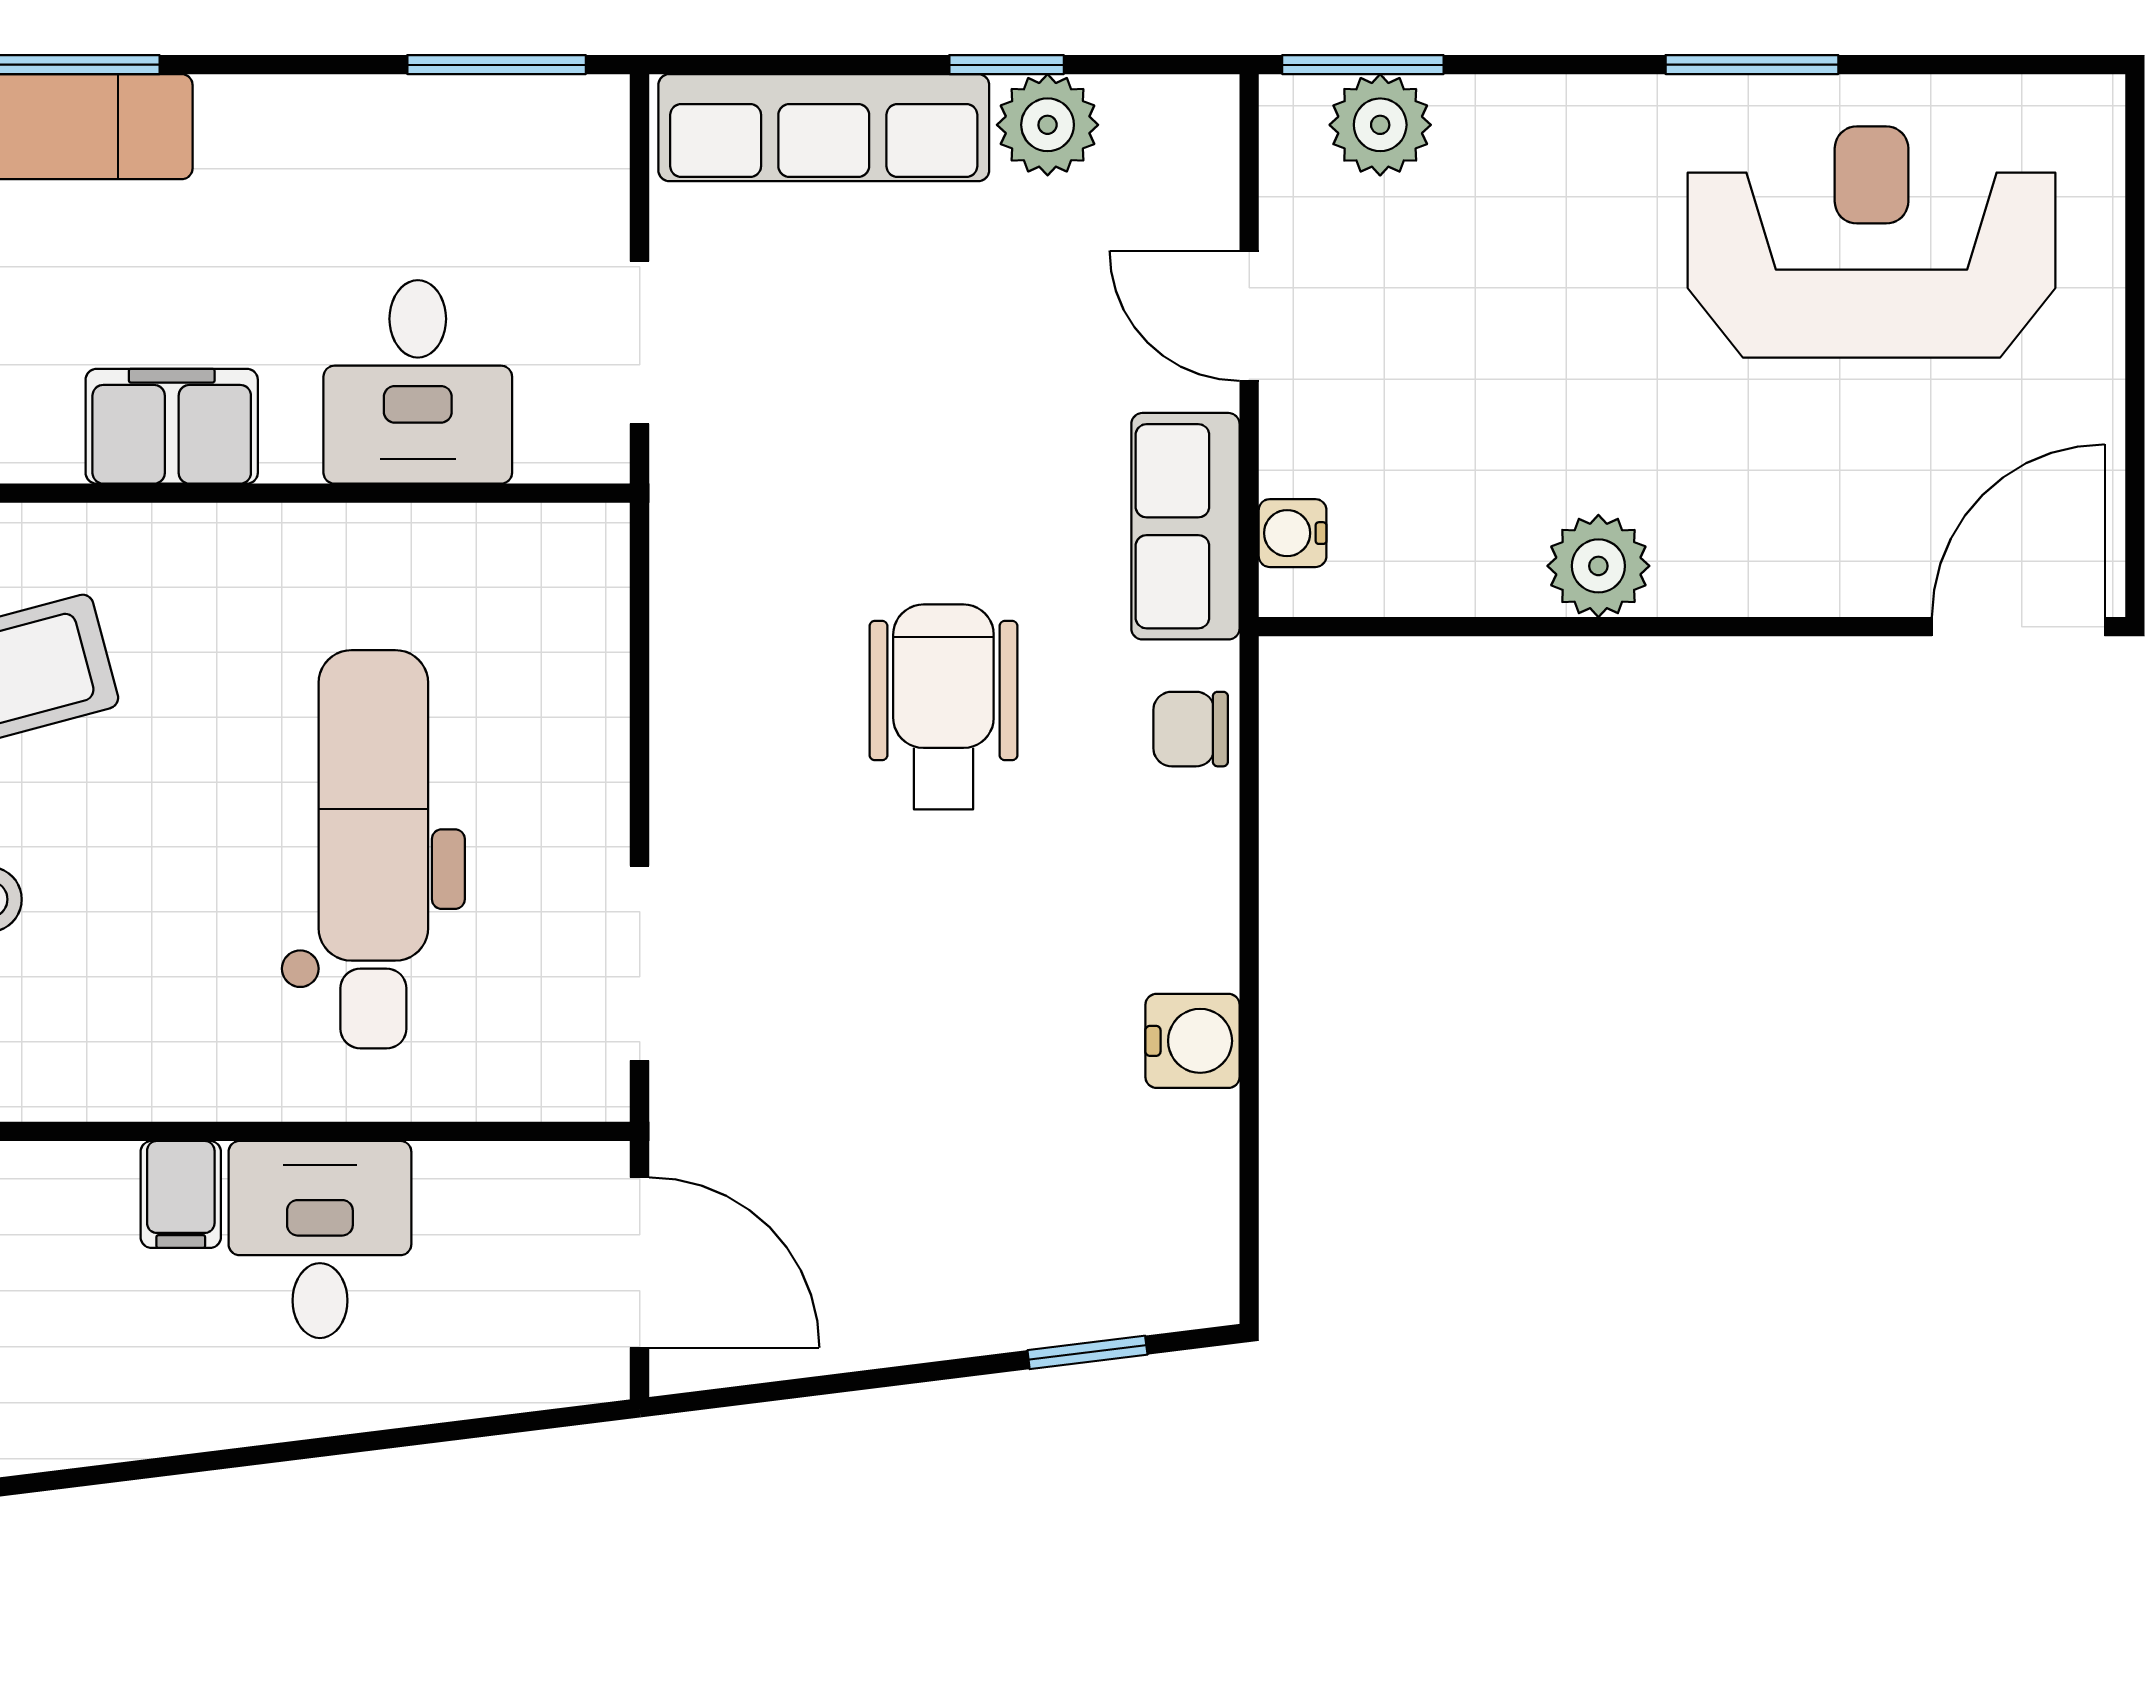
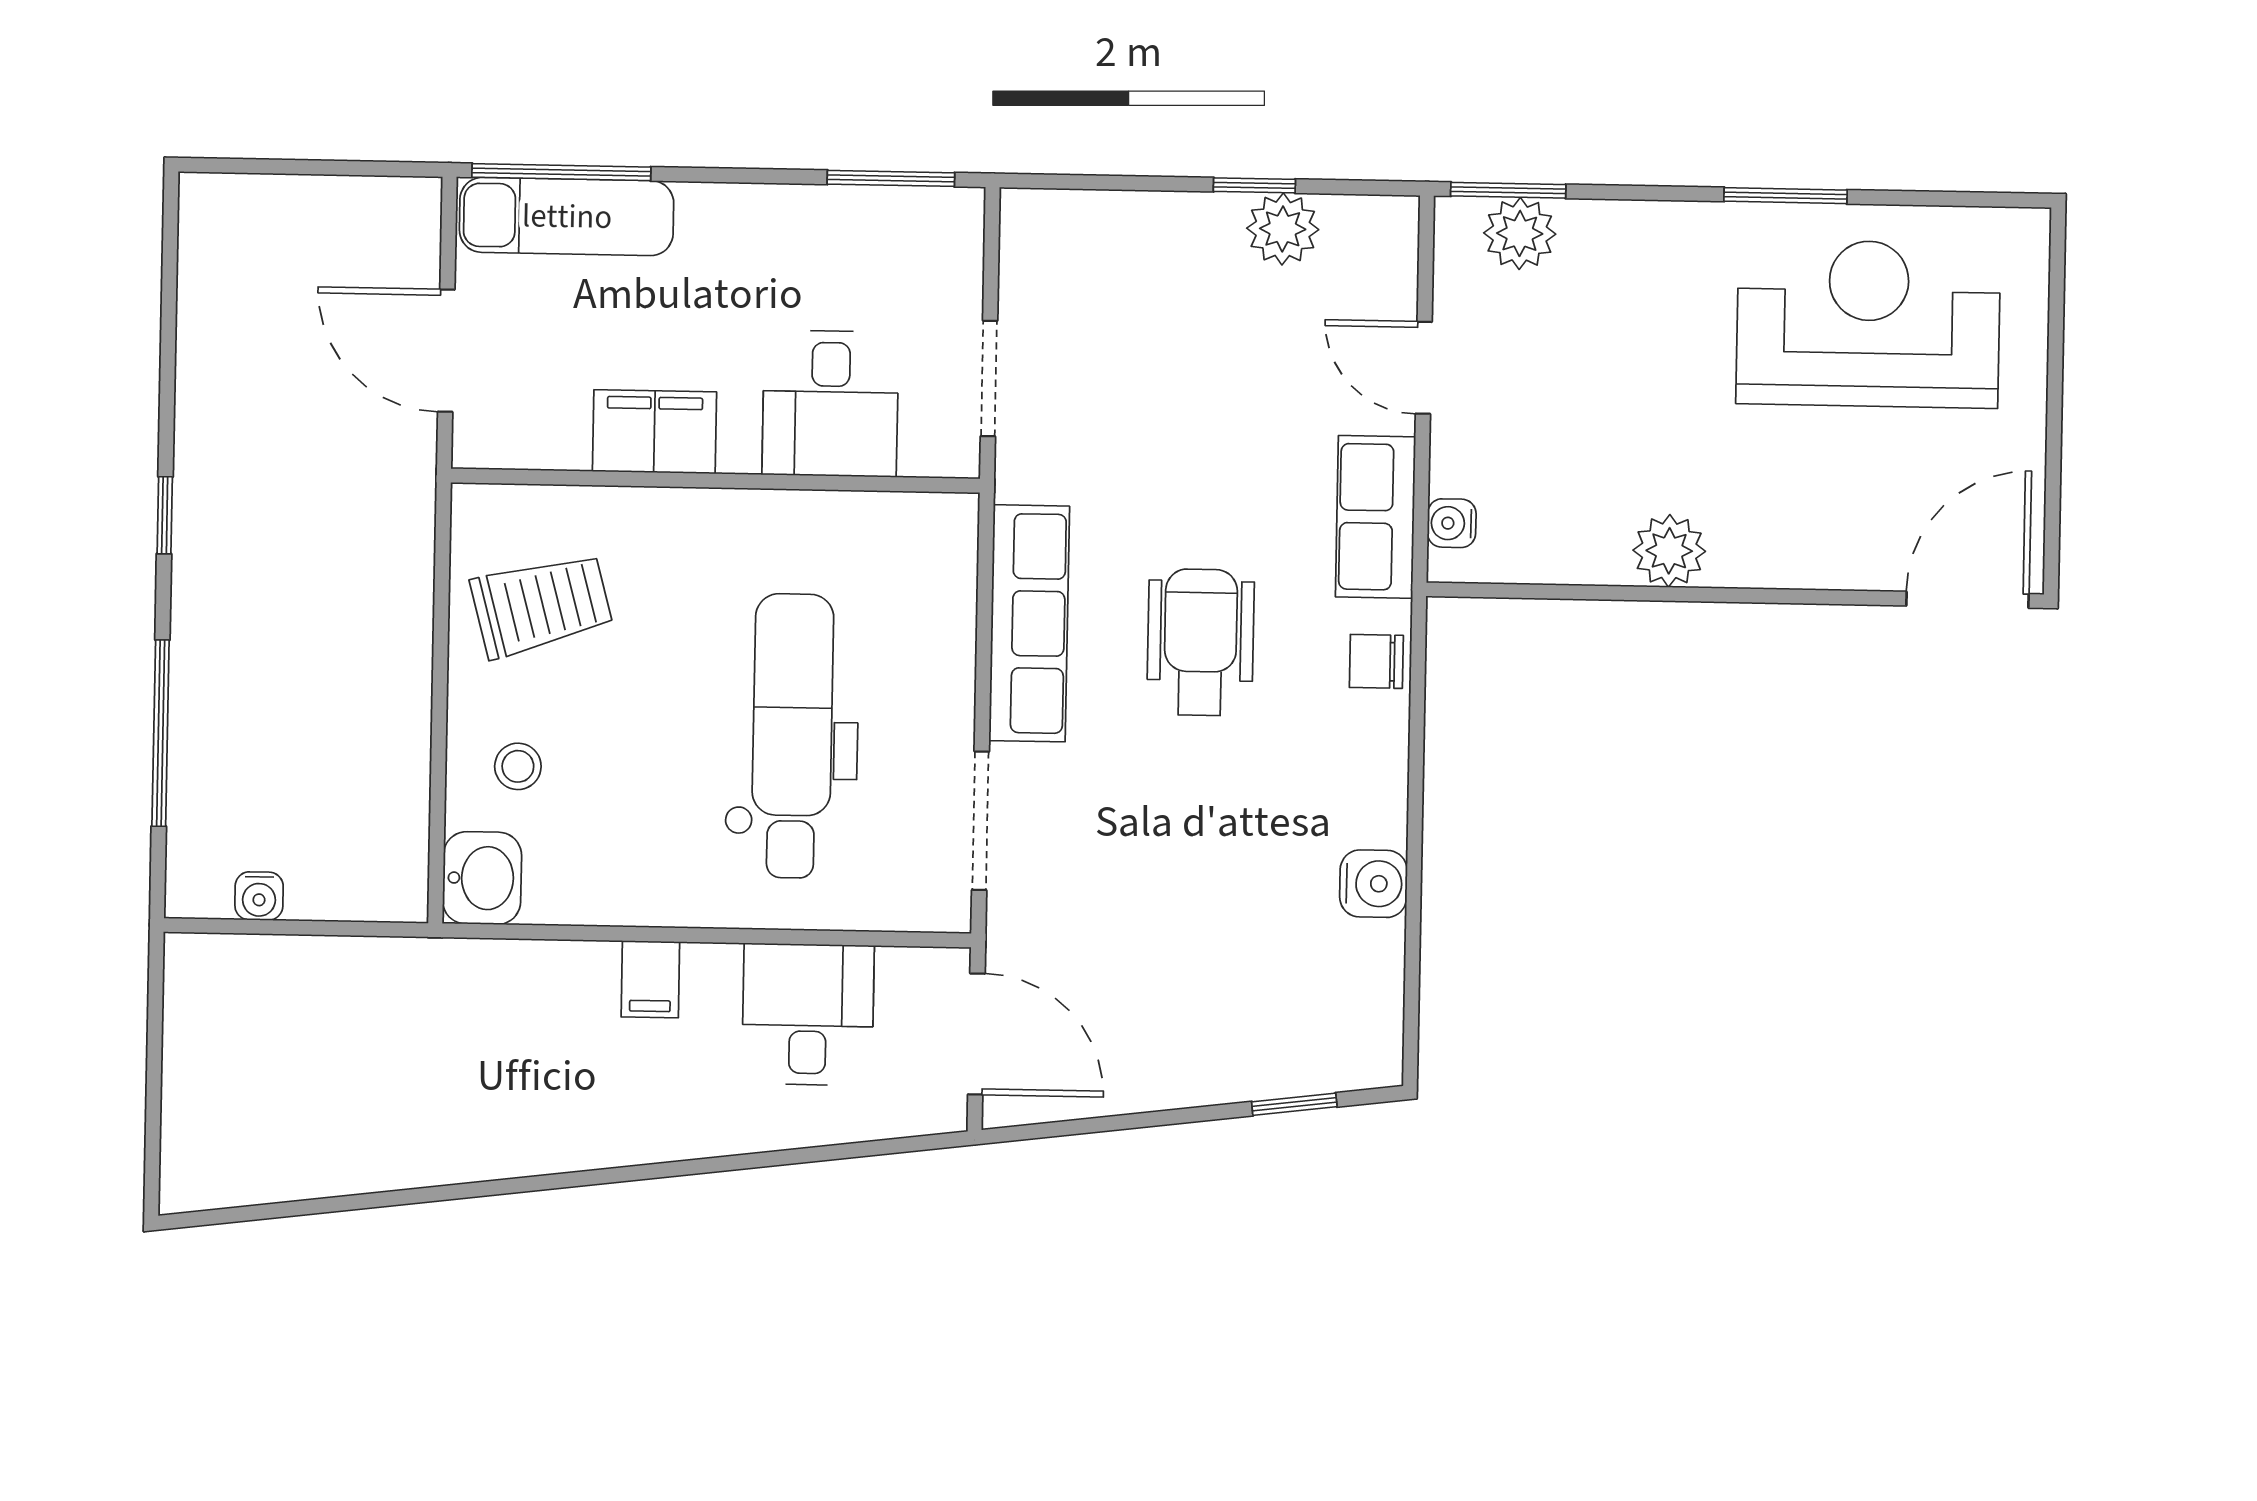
row of seats: (824, 128) -> (1029, 623), moved, turned -90
desk: (320, 1239) -> (808, 1014), moved

